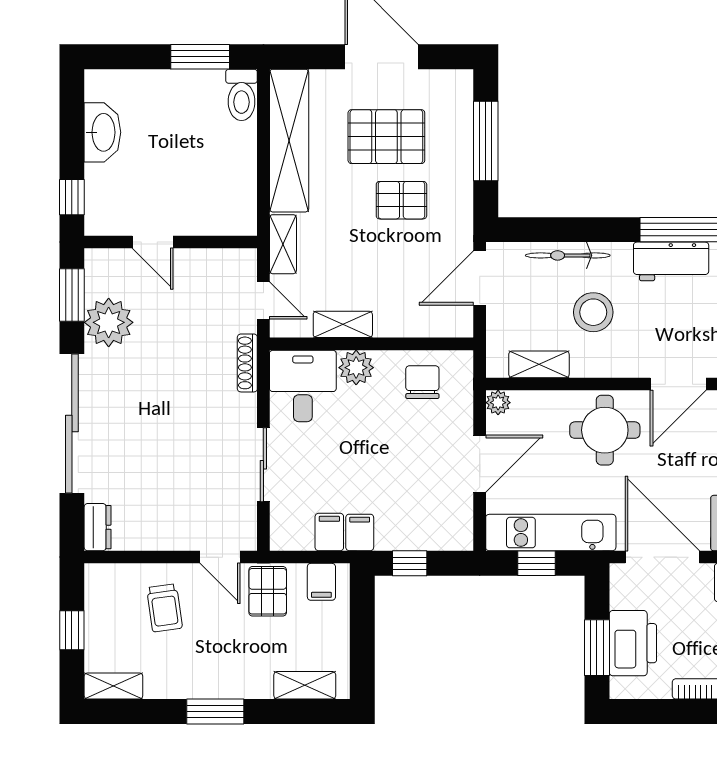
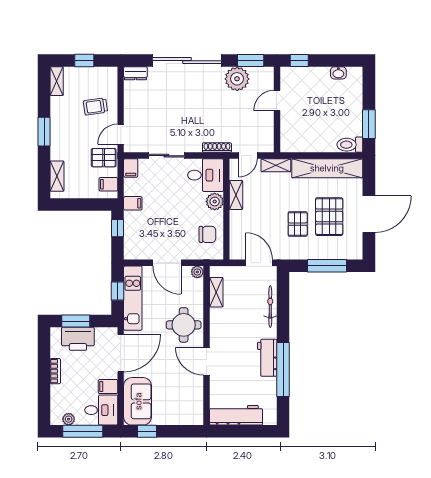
washbasin: (102, 132) -> (338, 73), width x0.52, depth x0.69
stool: (593, 312) -> (242, 319), removed
filing cabinet: (329, 532) -> (131, 168), moved, turned 90

